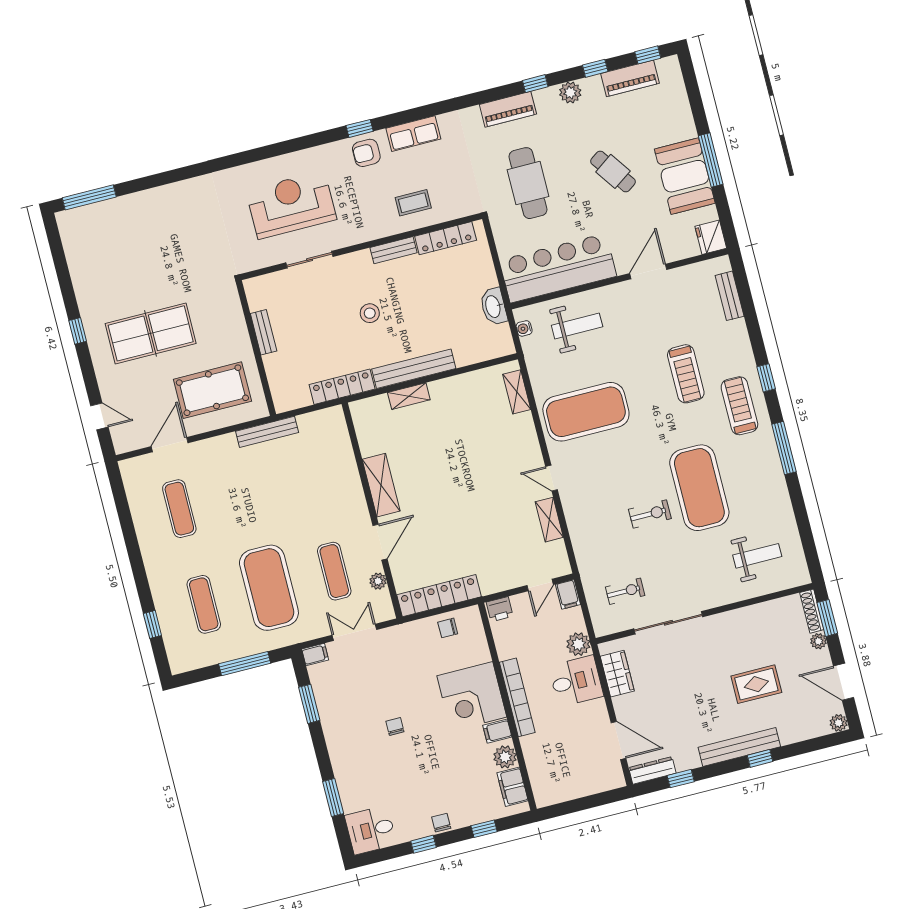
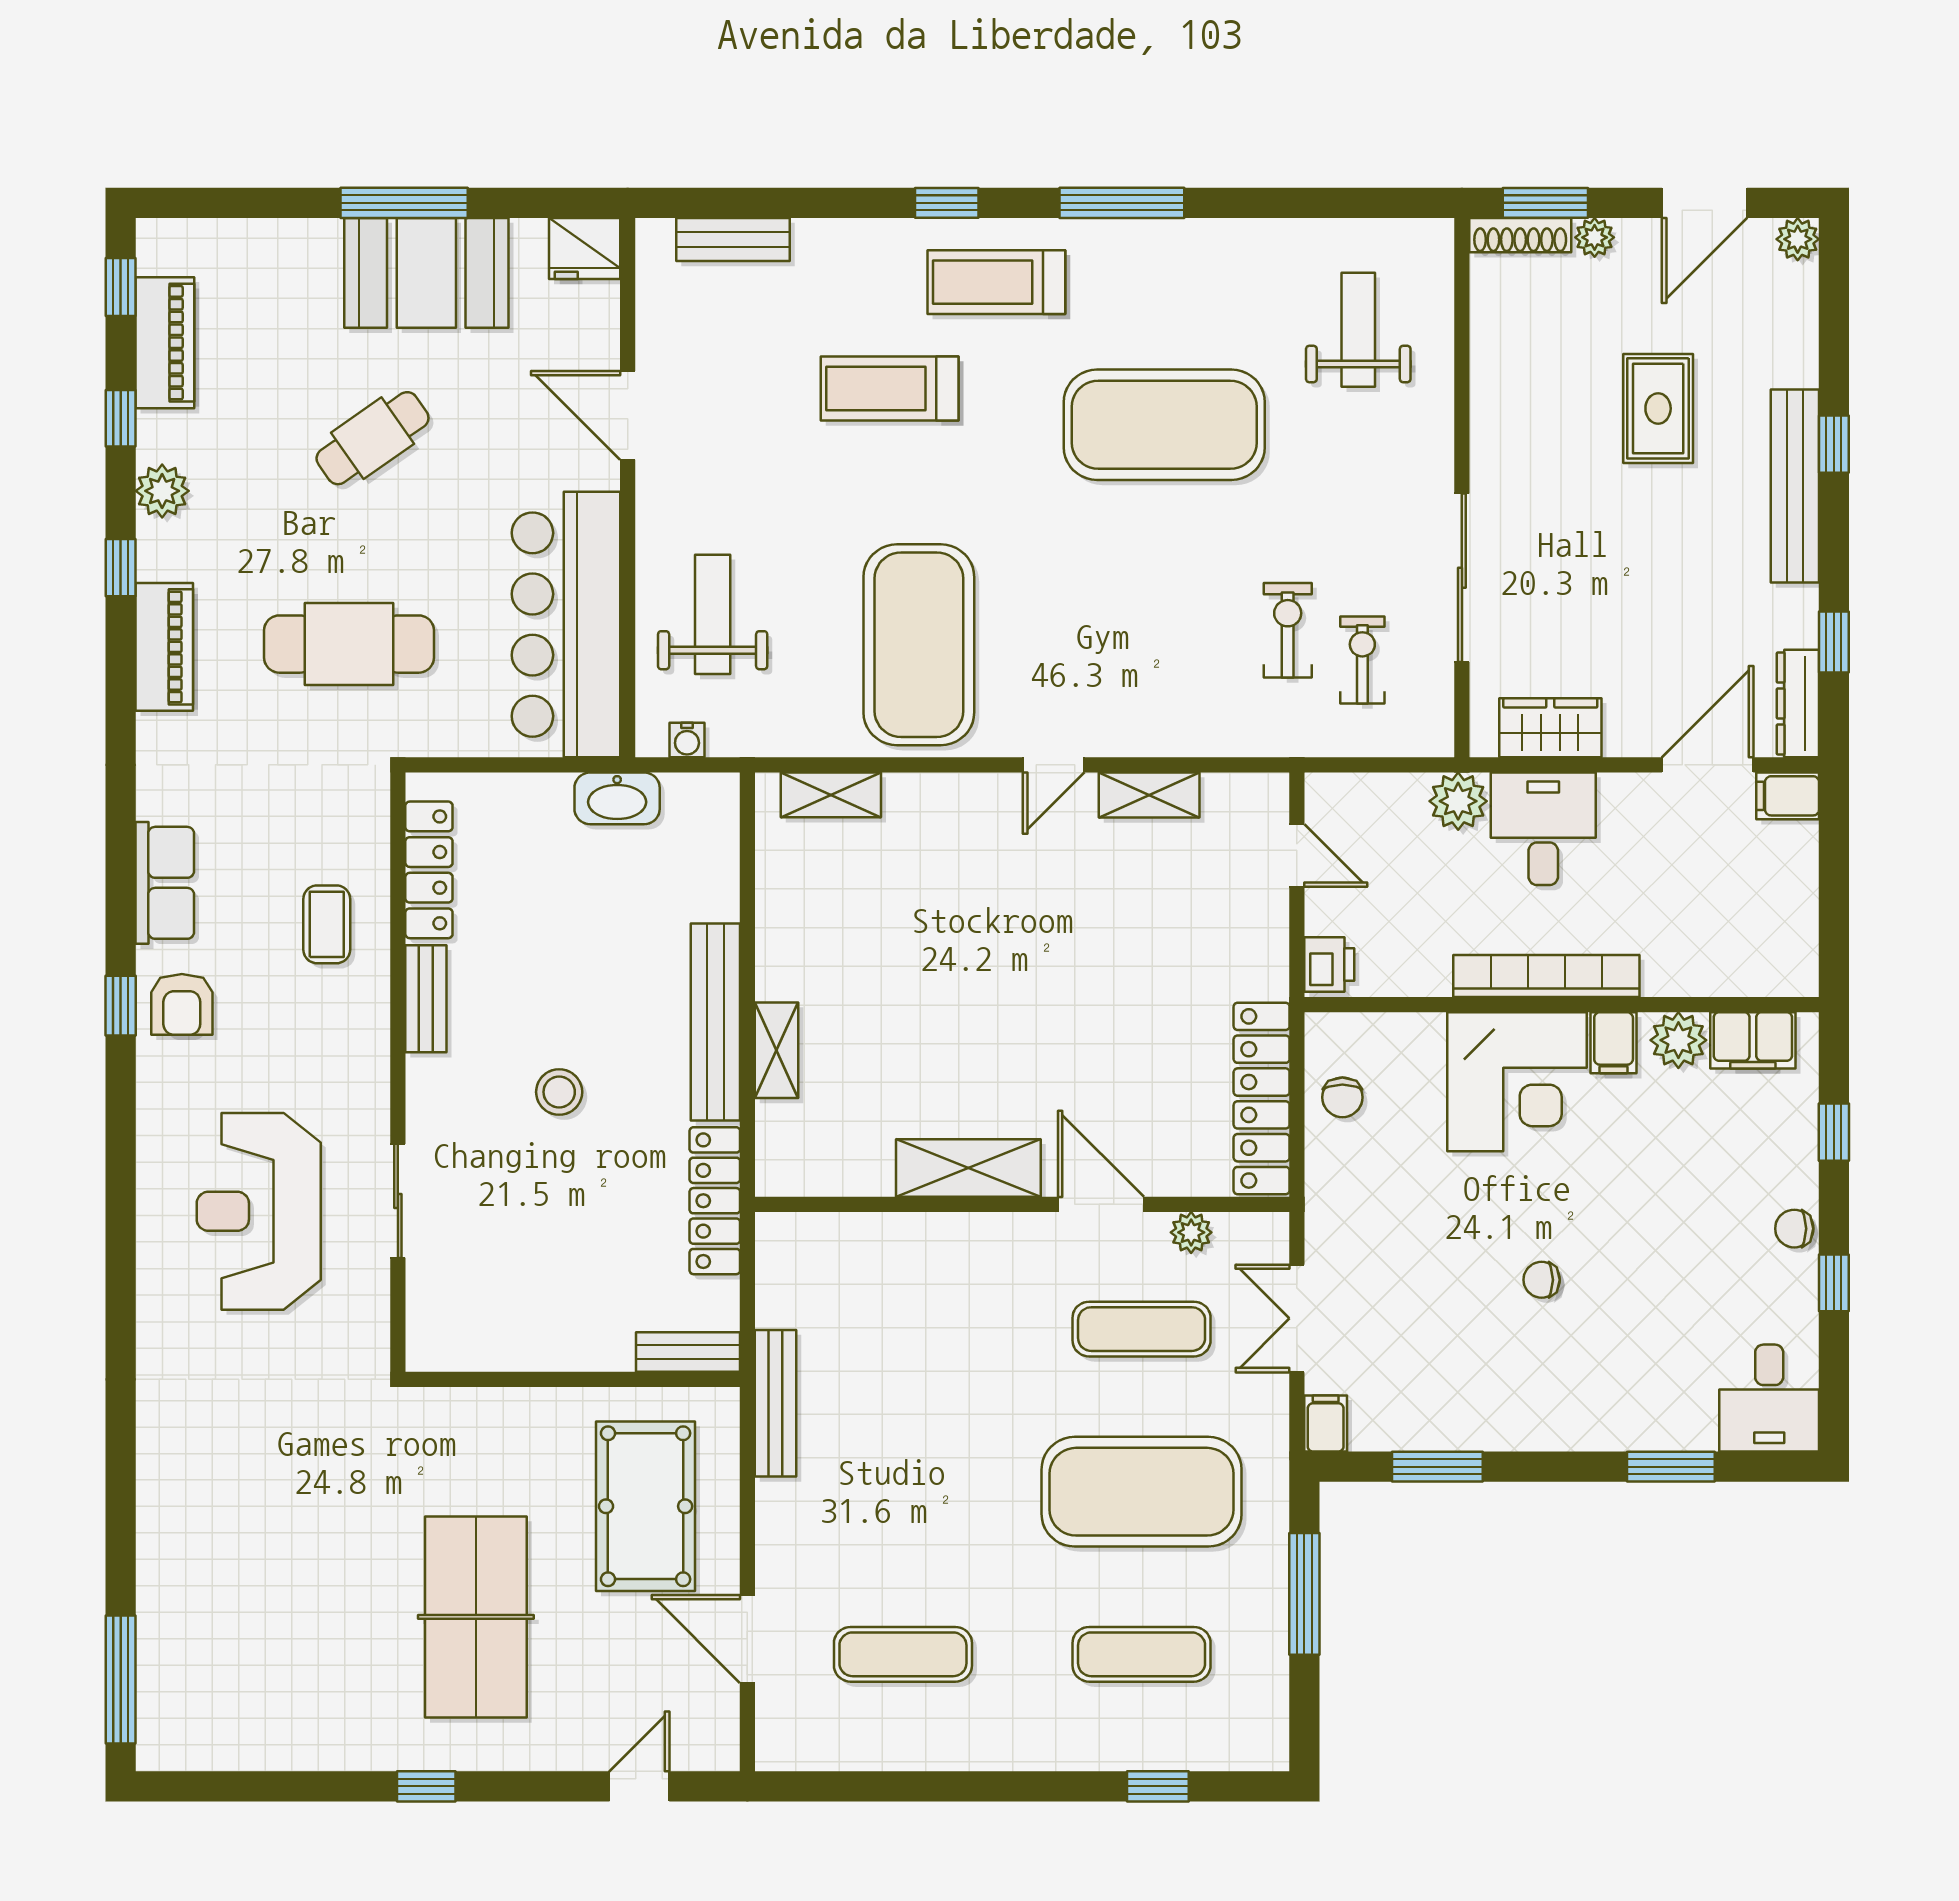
bench: (264, 332) -> (688, 1352), moved
treadmill: (686, 374) -> (890, 388), turned 180
exercise bike: (650, 514) -> (1288, 630), moved
filing cabinet: (568, 594) -> (1788, 796), moved, turned 180

